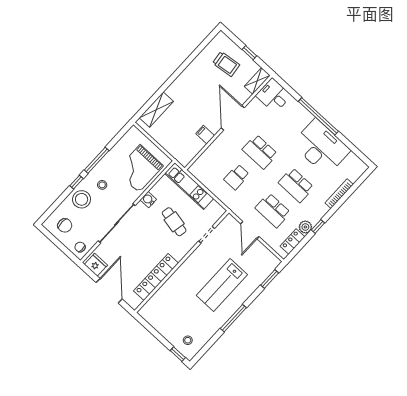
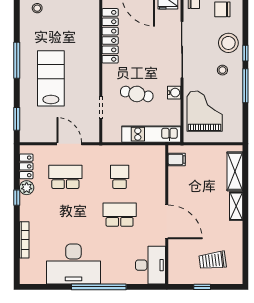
shelving: (257, 81) -> (236, 206), moved
desk: (274, 96) -> (150, 265), width x1.37
filing cabinet: (205, 135) -> (177, 159), moved
school desk: (296, 185) -> (65, 215), removed

